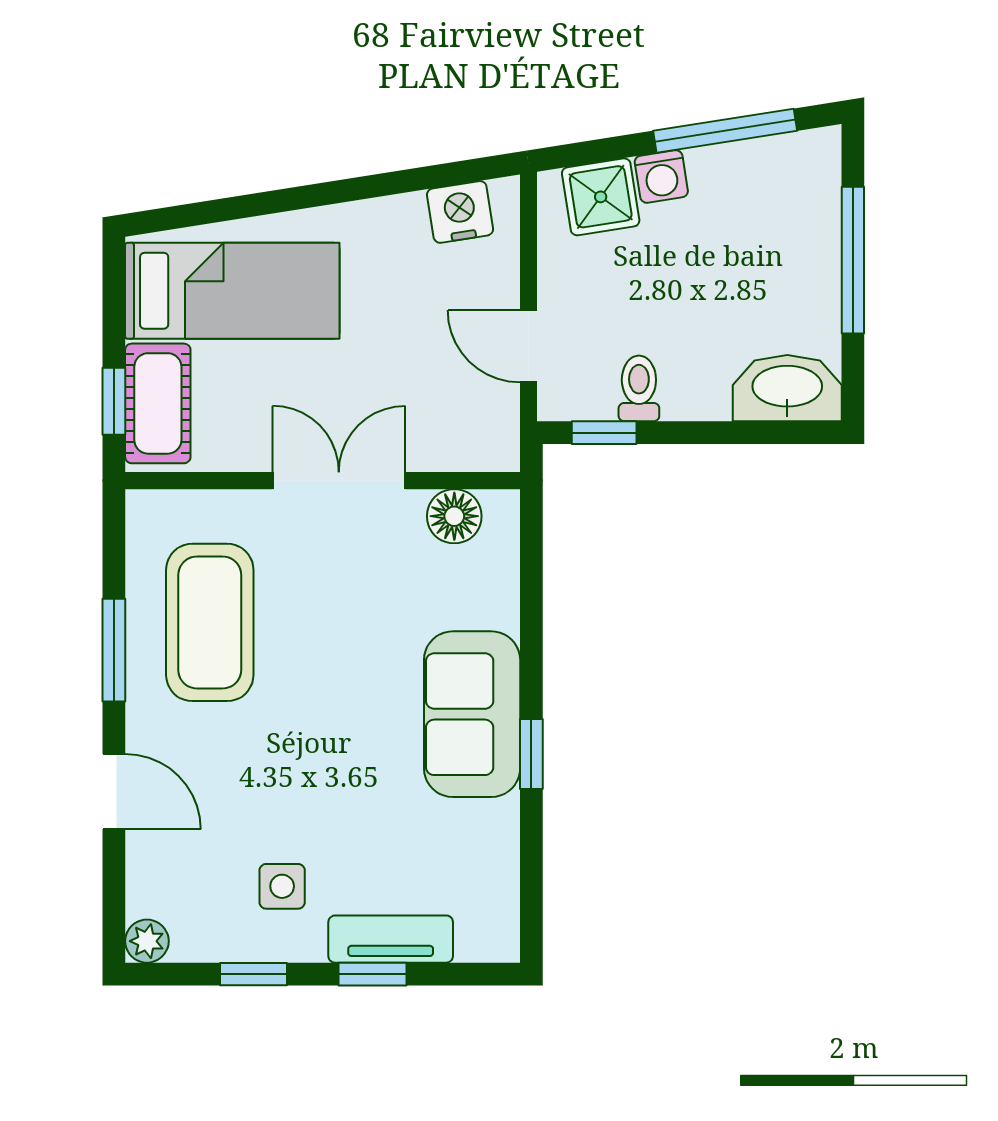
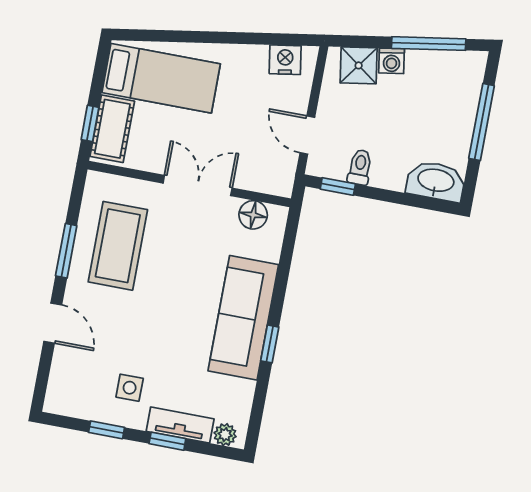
sofa: (472, 714) -> (243, 318), width x1.36
plant: (147, 941) -> (225, 435), moved

